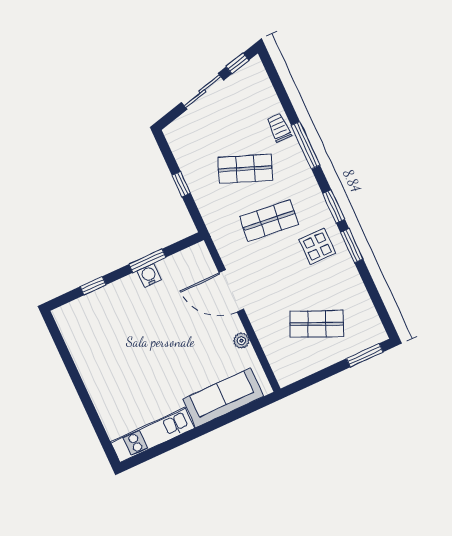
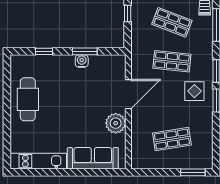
door: (231, 291) -> (128, 94), swing flipped
shop shelf: (317, 324) -> (172, 139), turned -33
plant: (241, 341) -> (116, 123), width x1.87, depth x1.87
cafe table: (101, 359) -> (28, 99), added

